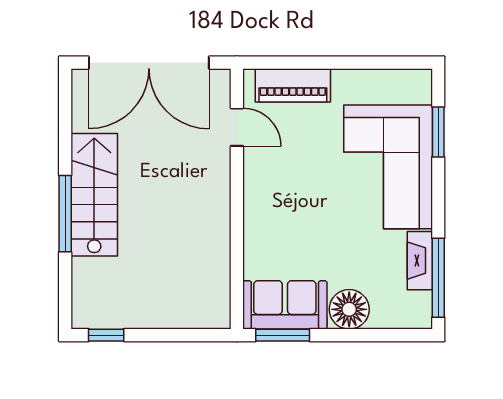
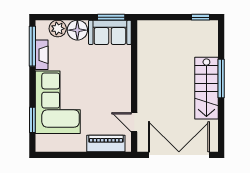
plant: (388, 312) -> (58, 29), added

